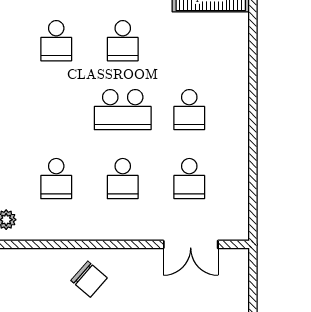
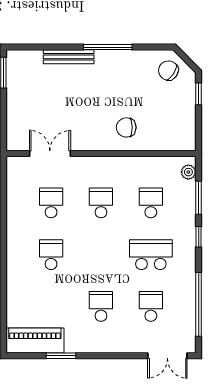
school desk: (123, 110) -> (151, 255), moved
chair: (89, 279) -> (126, 127), turned -41

